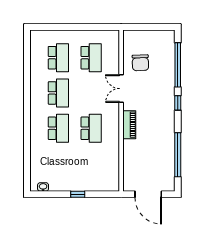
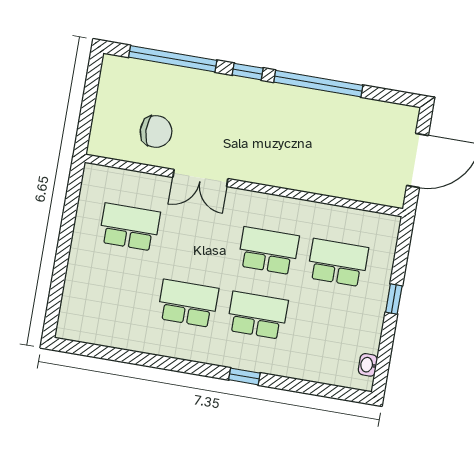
school desk: (58, 58) -> (338, 263), moved
piano: (129, 125) -> (274, 174), removed
window: (27, 127) -> (244, 376), added
window: (178, 155) -> (318, 84), moved

